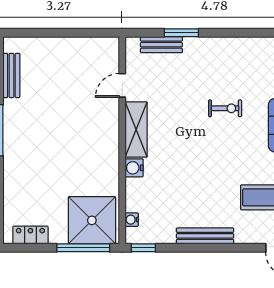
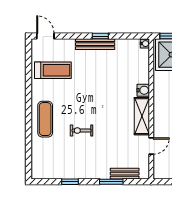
window: (242, 33) -> (70, 182), added
water cooler: (132, 220) -> (145, 44), moved
window: (143, 248) -> (100, 36), moved

